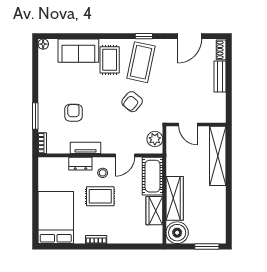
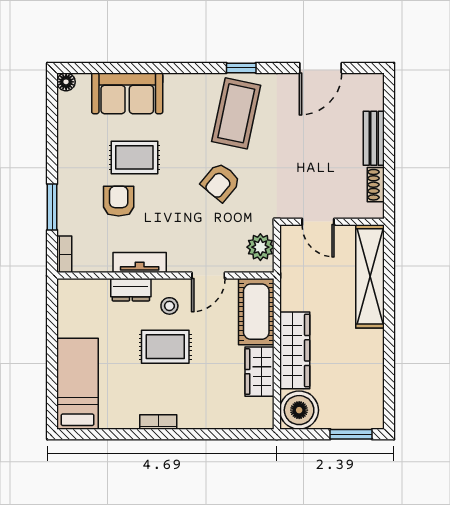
shoe rack: (221, 50) -> (376, 185), moved
rug: (110, 60) -> (134, 157), moved, turned 90
bed: (56, 218) -> (77, 384), width x0.67

